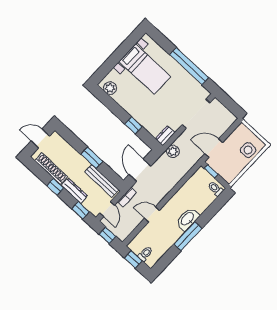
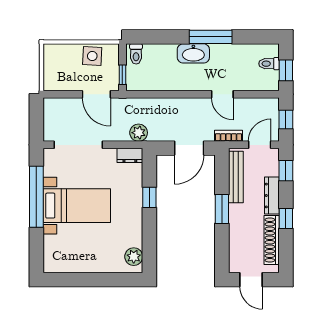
bed with nightstands: (145, 69) -> (77, 206), moved, turned 90
side table: (248, 150) -> (92, 56), moved

